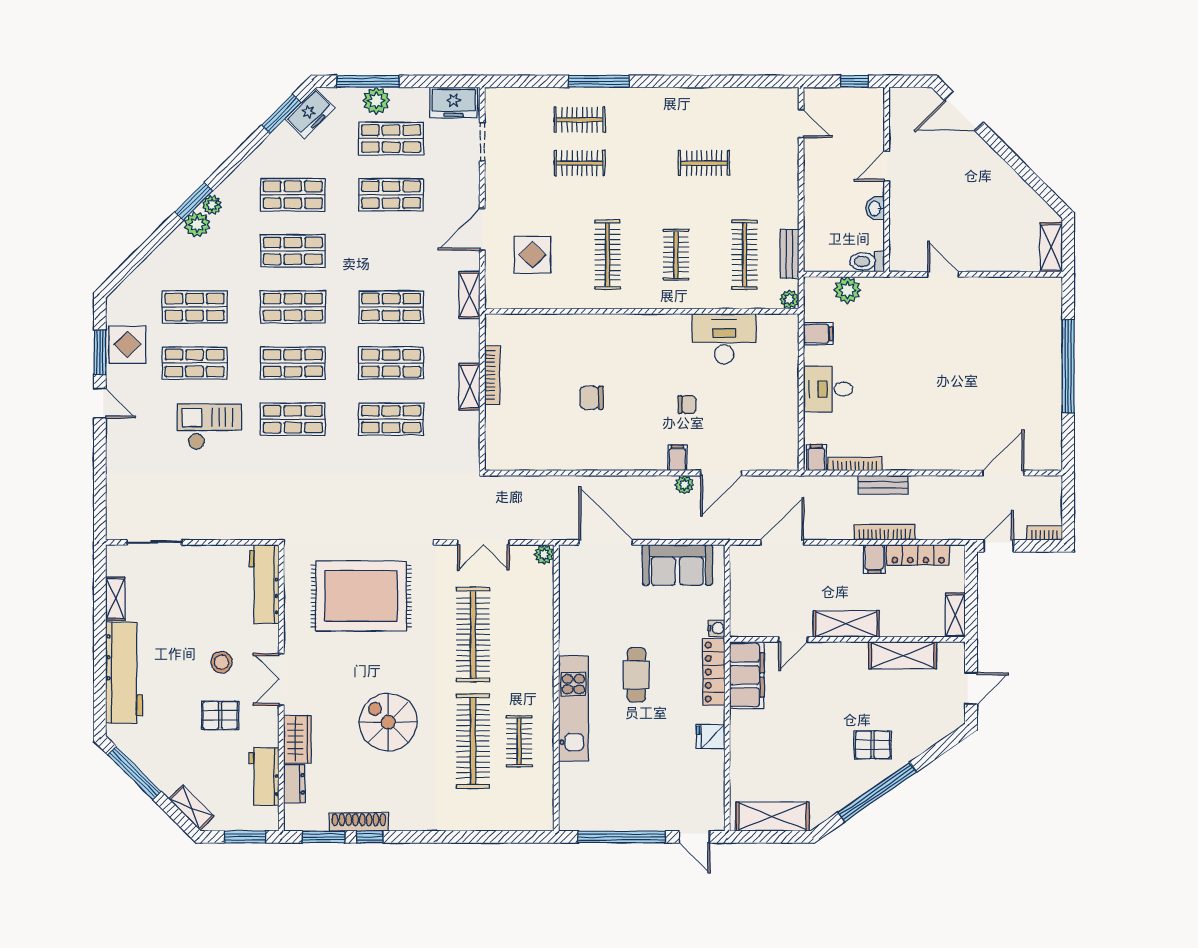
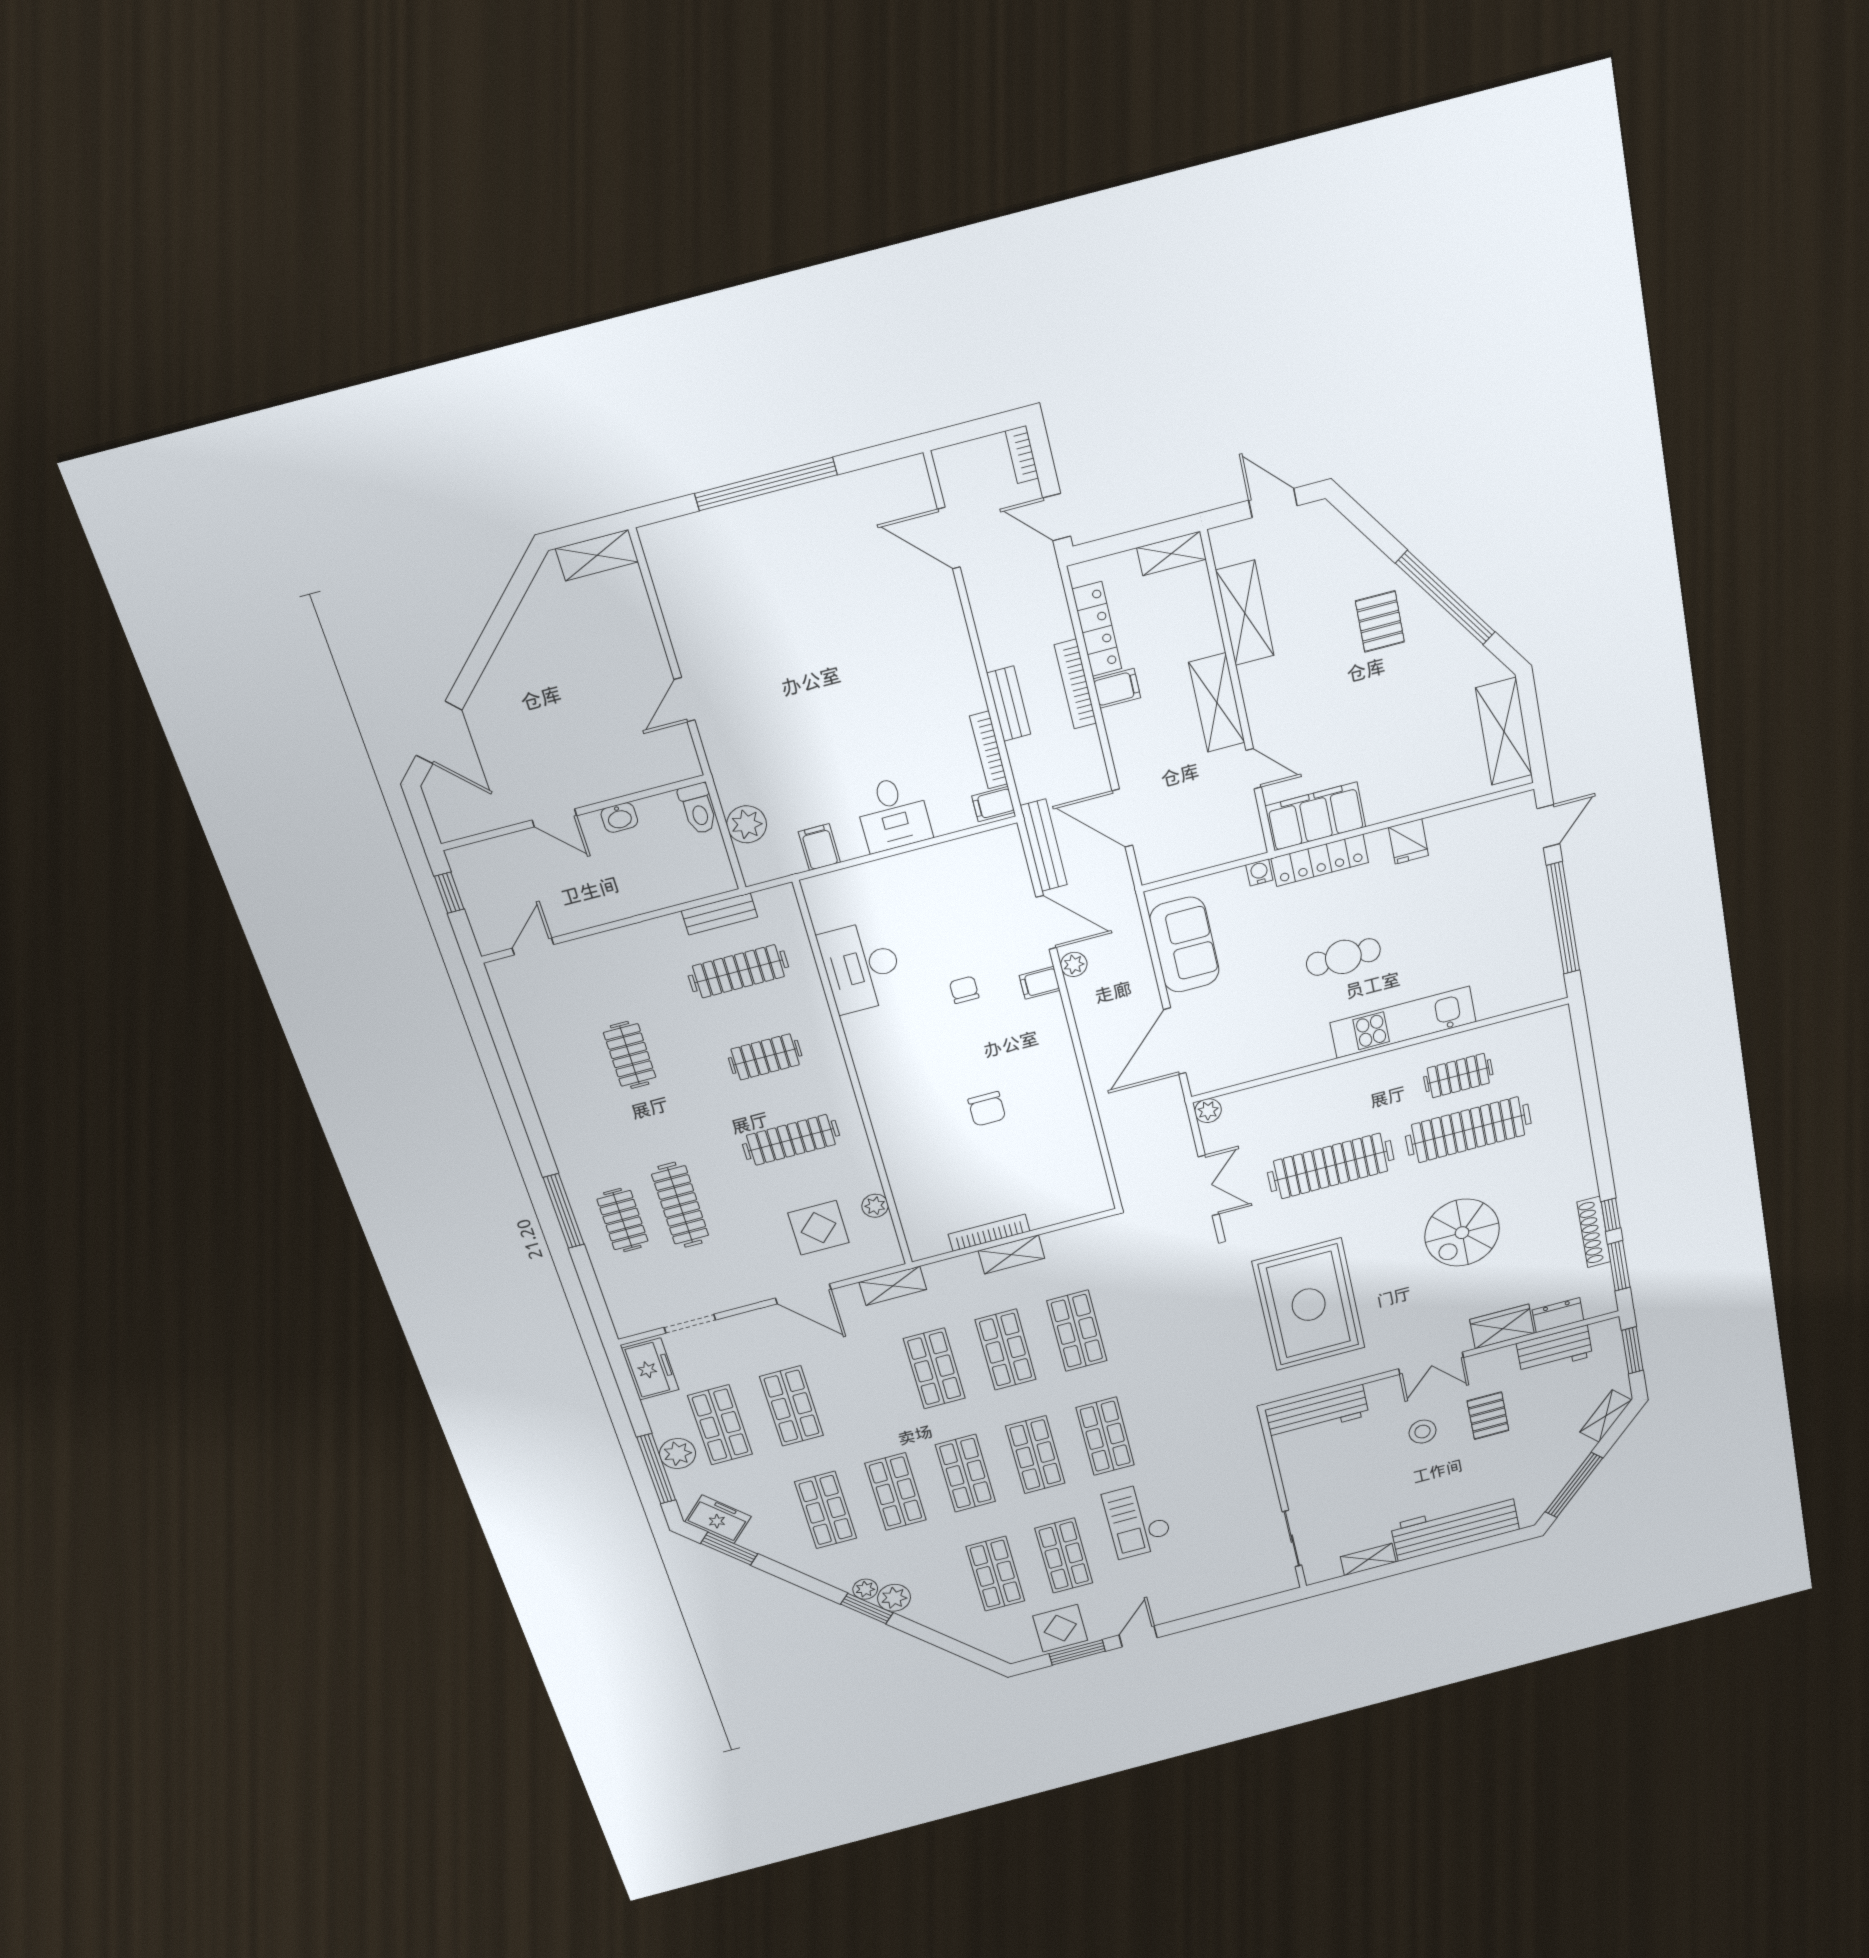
clothes rail: (579, 163) -> (680, 1205), width x1.36
plant: (789, 299) -> (875, 1206), moved
bench: (778, 485) -> (1044, 845), added

